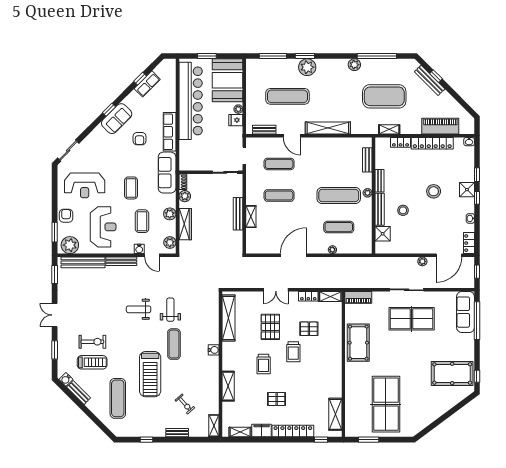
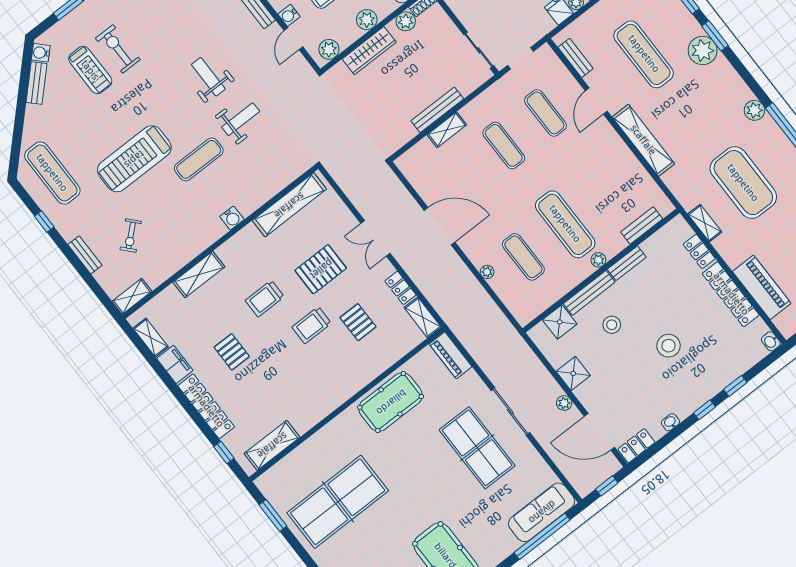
shower: (467, 190) -> (573, 373), moved
exercise bike: (92, 342) -> (118, 49), turned 180
exercise mat: (118, 398) -> (52, 173), moved, turned 90

